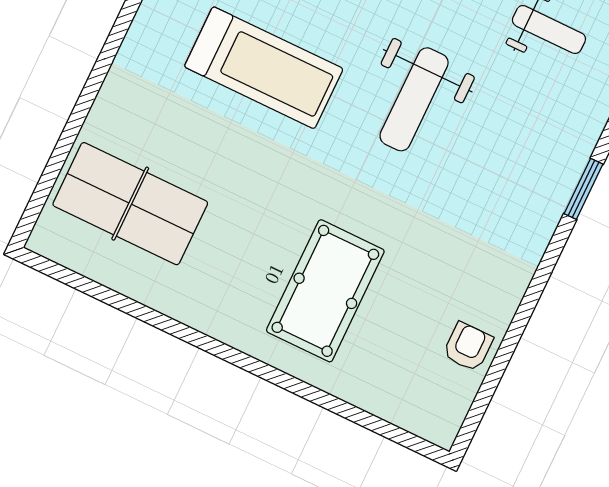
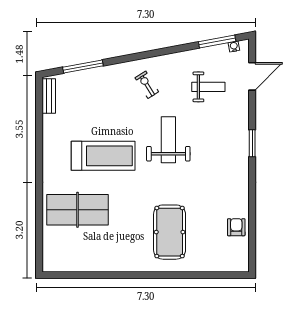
weight bench: (414, 99) -> (168, 140), turned 180
table tennis table: (130, 204) -> (78, 210), moved

